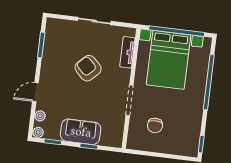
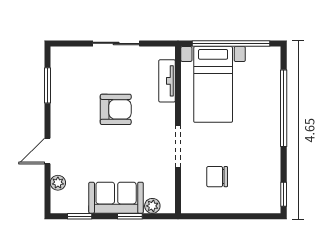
bed with nightstands: (169, 60) -> (213, 84), width x0.73
armchair: (88, 68) -> (116, 109), turned 135
chair: (155, 125) -> (217, 177), turned 90
plant: (38, 132) -> (152, 206), moved

